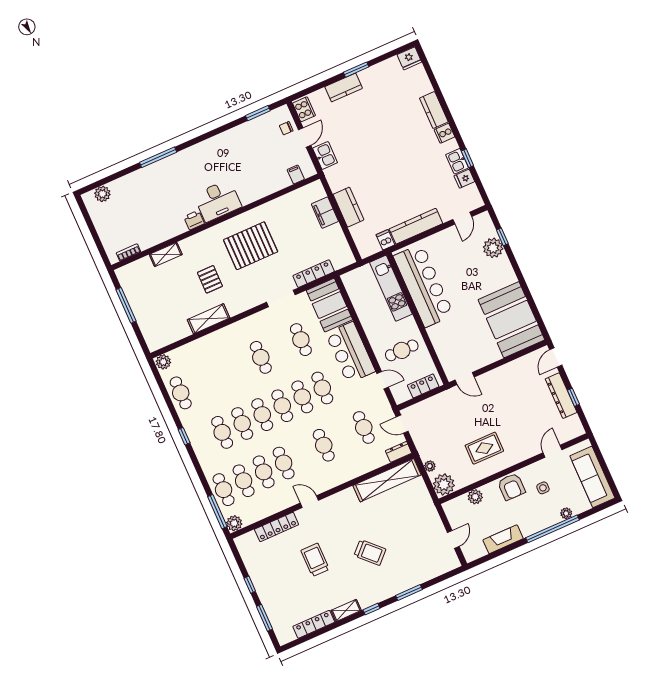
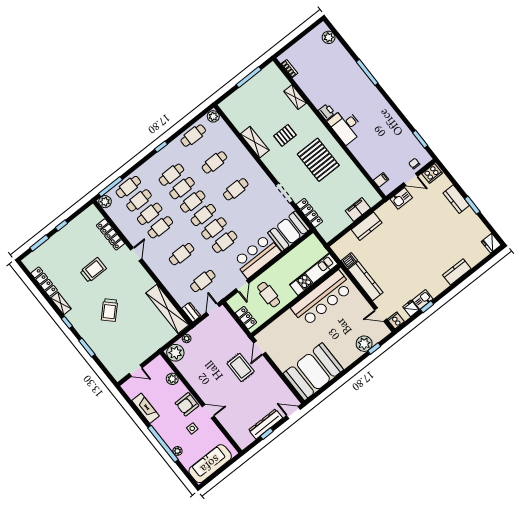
cooker: (444, 133) -> (396, 321), moved
cafe table: (301, 340) -> (214, 162), moved
rug: (484, 448) -> (241, 367), moved
door: (552, 451) -> (208, 411), moved

